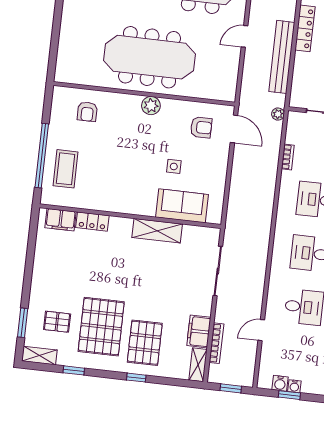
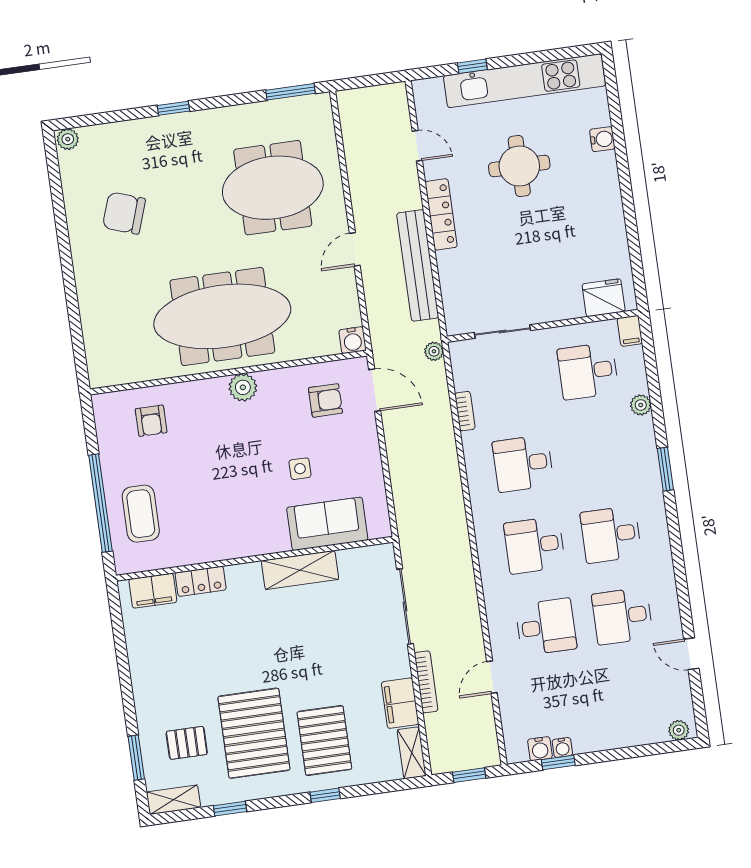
water cooler: (228, 94) -> (353, 340), added
bookcase: (216, 343) -> (426, 682), moved

